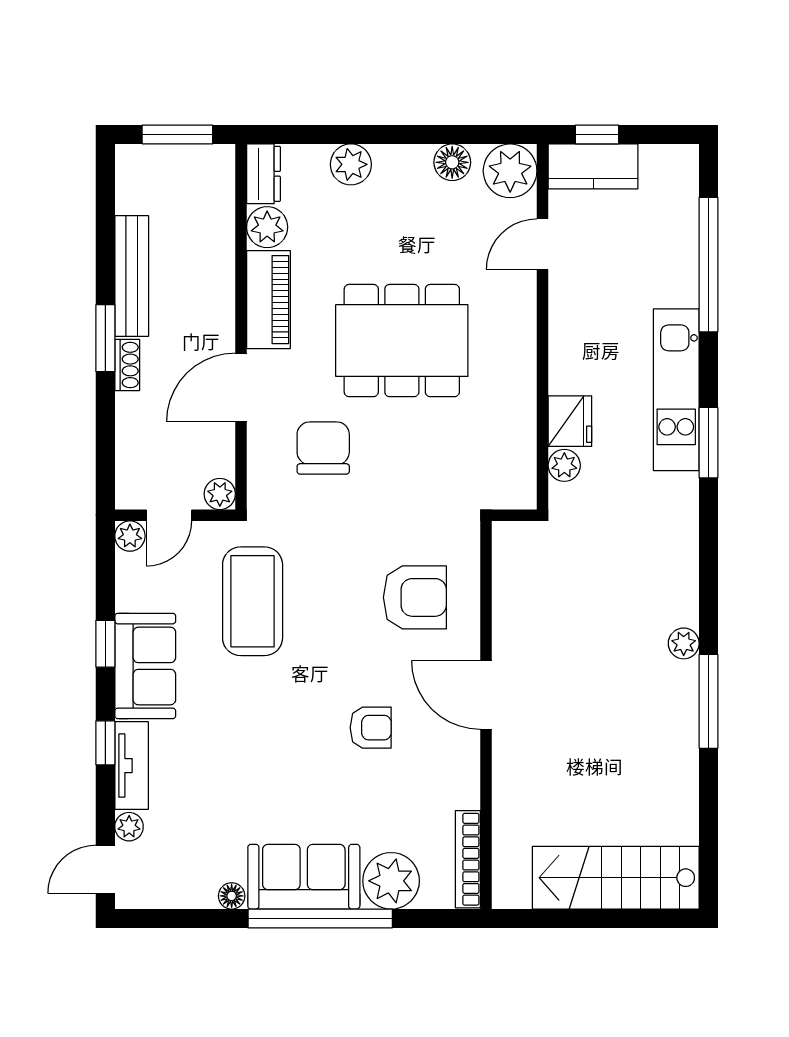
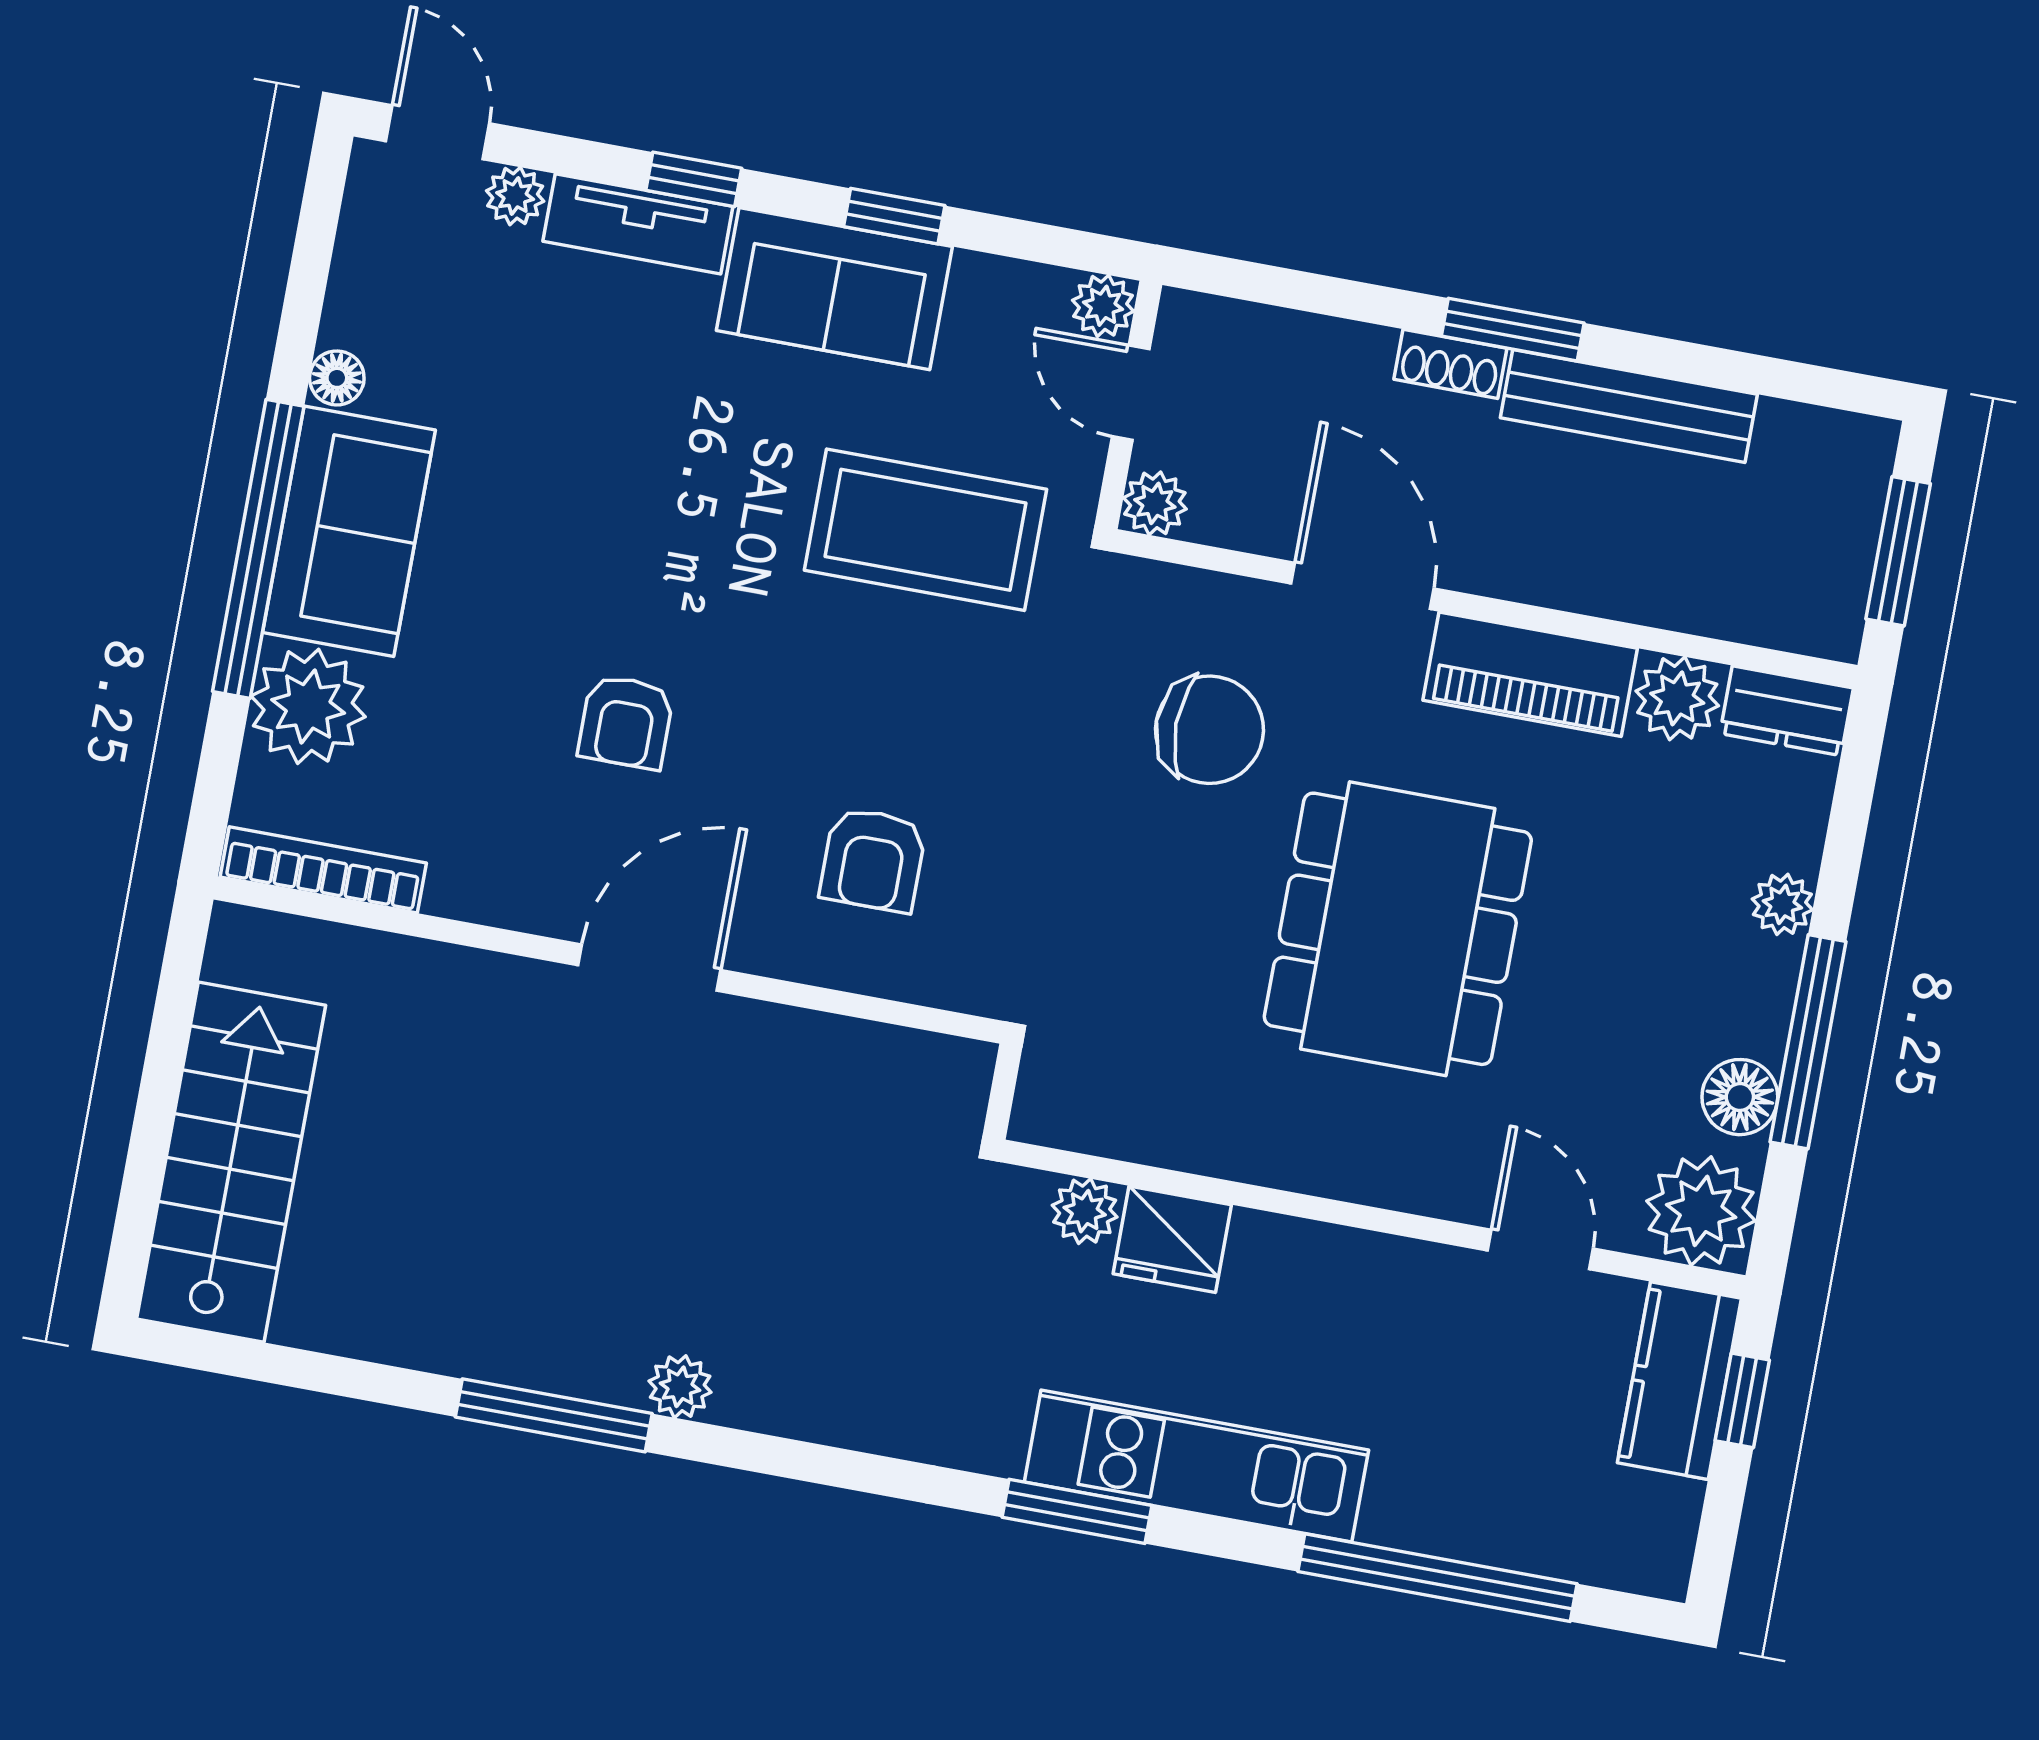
window: (420, 135) -> (1808, 1042), added
plant: (351, 164) -> (1782, 904), width x0.73, depth x0.73
armchair: (415, 597) -> (873, 860), width x0.72, depth x0.72

